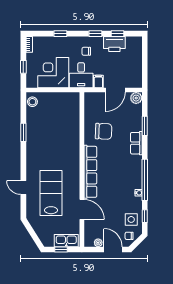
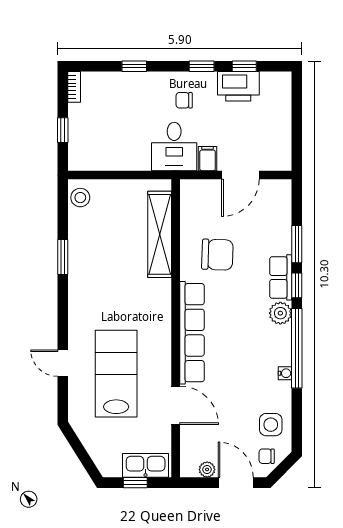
corner desk: (53, 73) -> (120, 141), removed
plant: (136, 98) -> (280, 313), moved
shelving: (74, 121) -> (160, 234), added
window: (145, 216) -> (297, 285), moved

